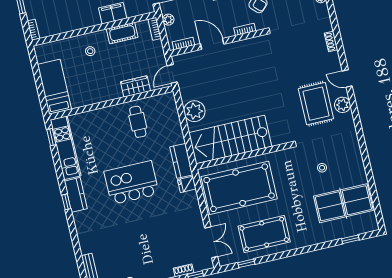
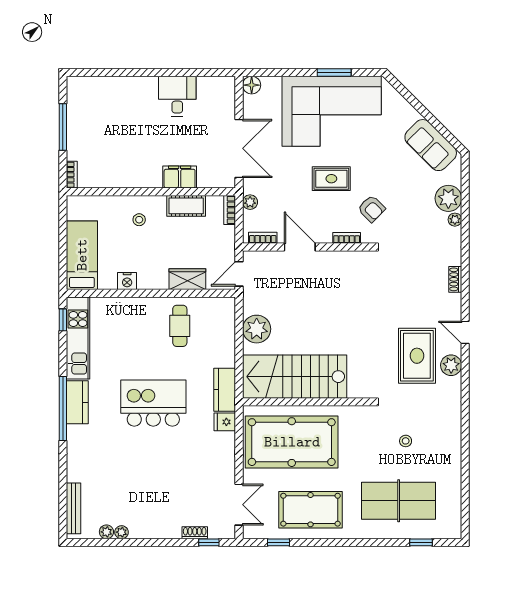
nightstand: (92, 98) -> (127, 281), added
window: (66, 202) -> (63, 408), width x3.17
table tennis table: (343, 203) -> (399, 501), moved

